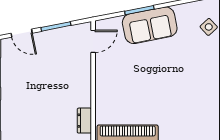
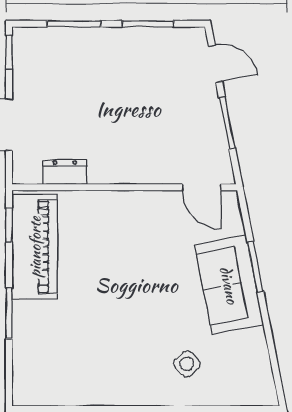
side table: (209, 27) -> (187, 364), moved
door: (22, 33) -> (215, 64), swing flipped

